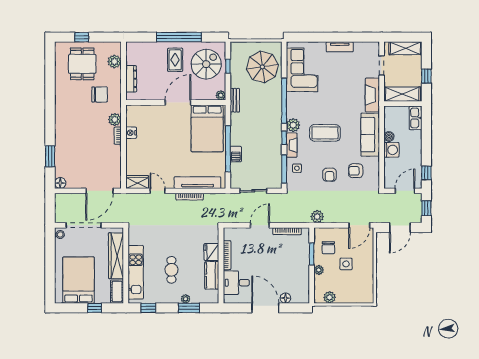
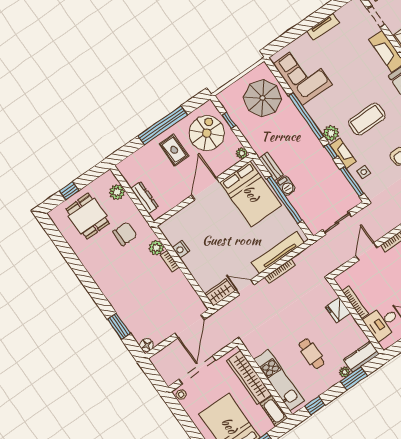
bench: (235, 100) -> (271, 167), moved
barbecue: (236, 154) -> (286, 186), moved
kitchen counter: (212, 275) -> (361, 357), moved, turned 90

